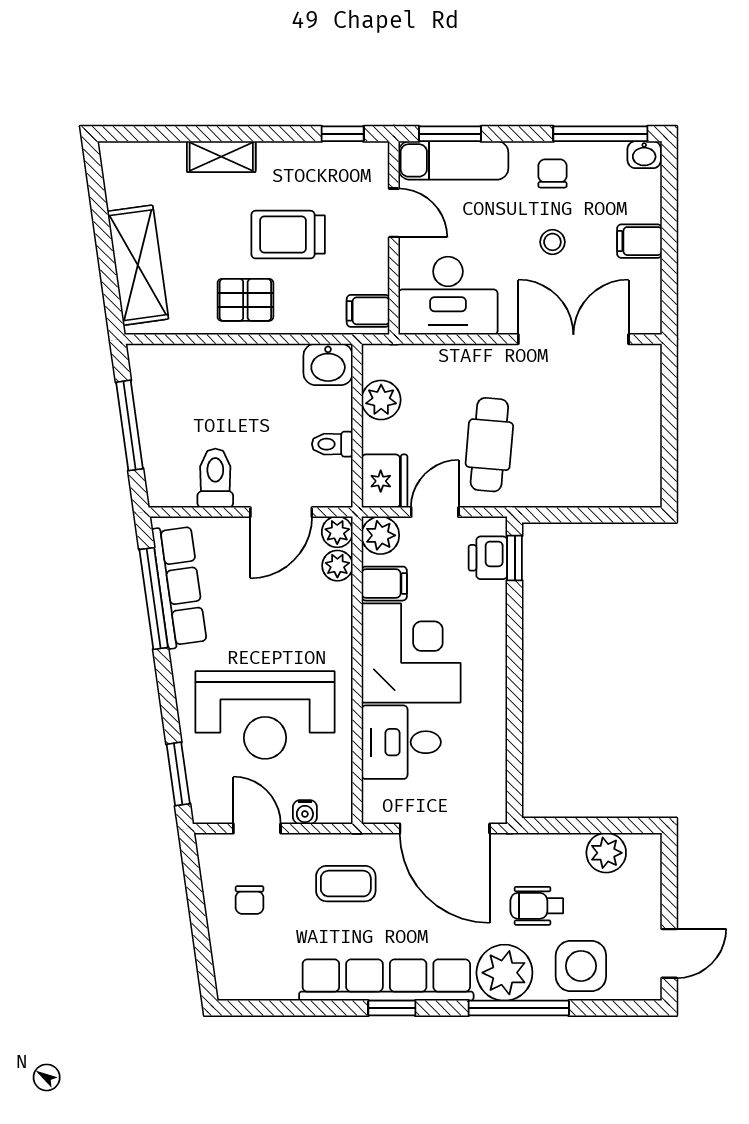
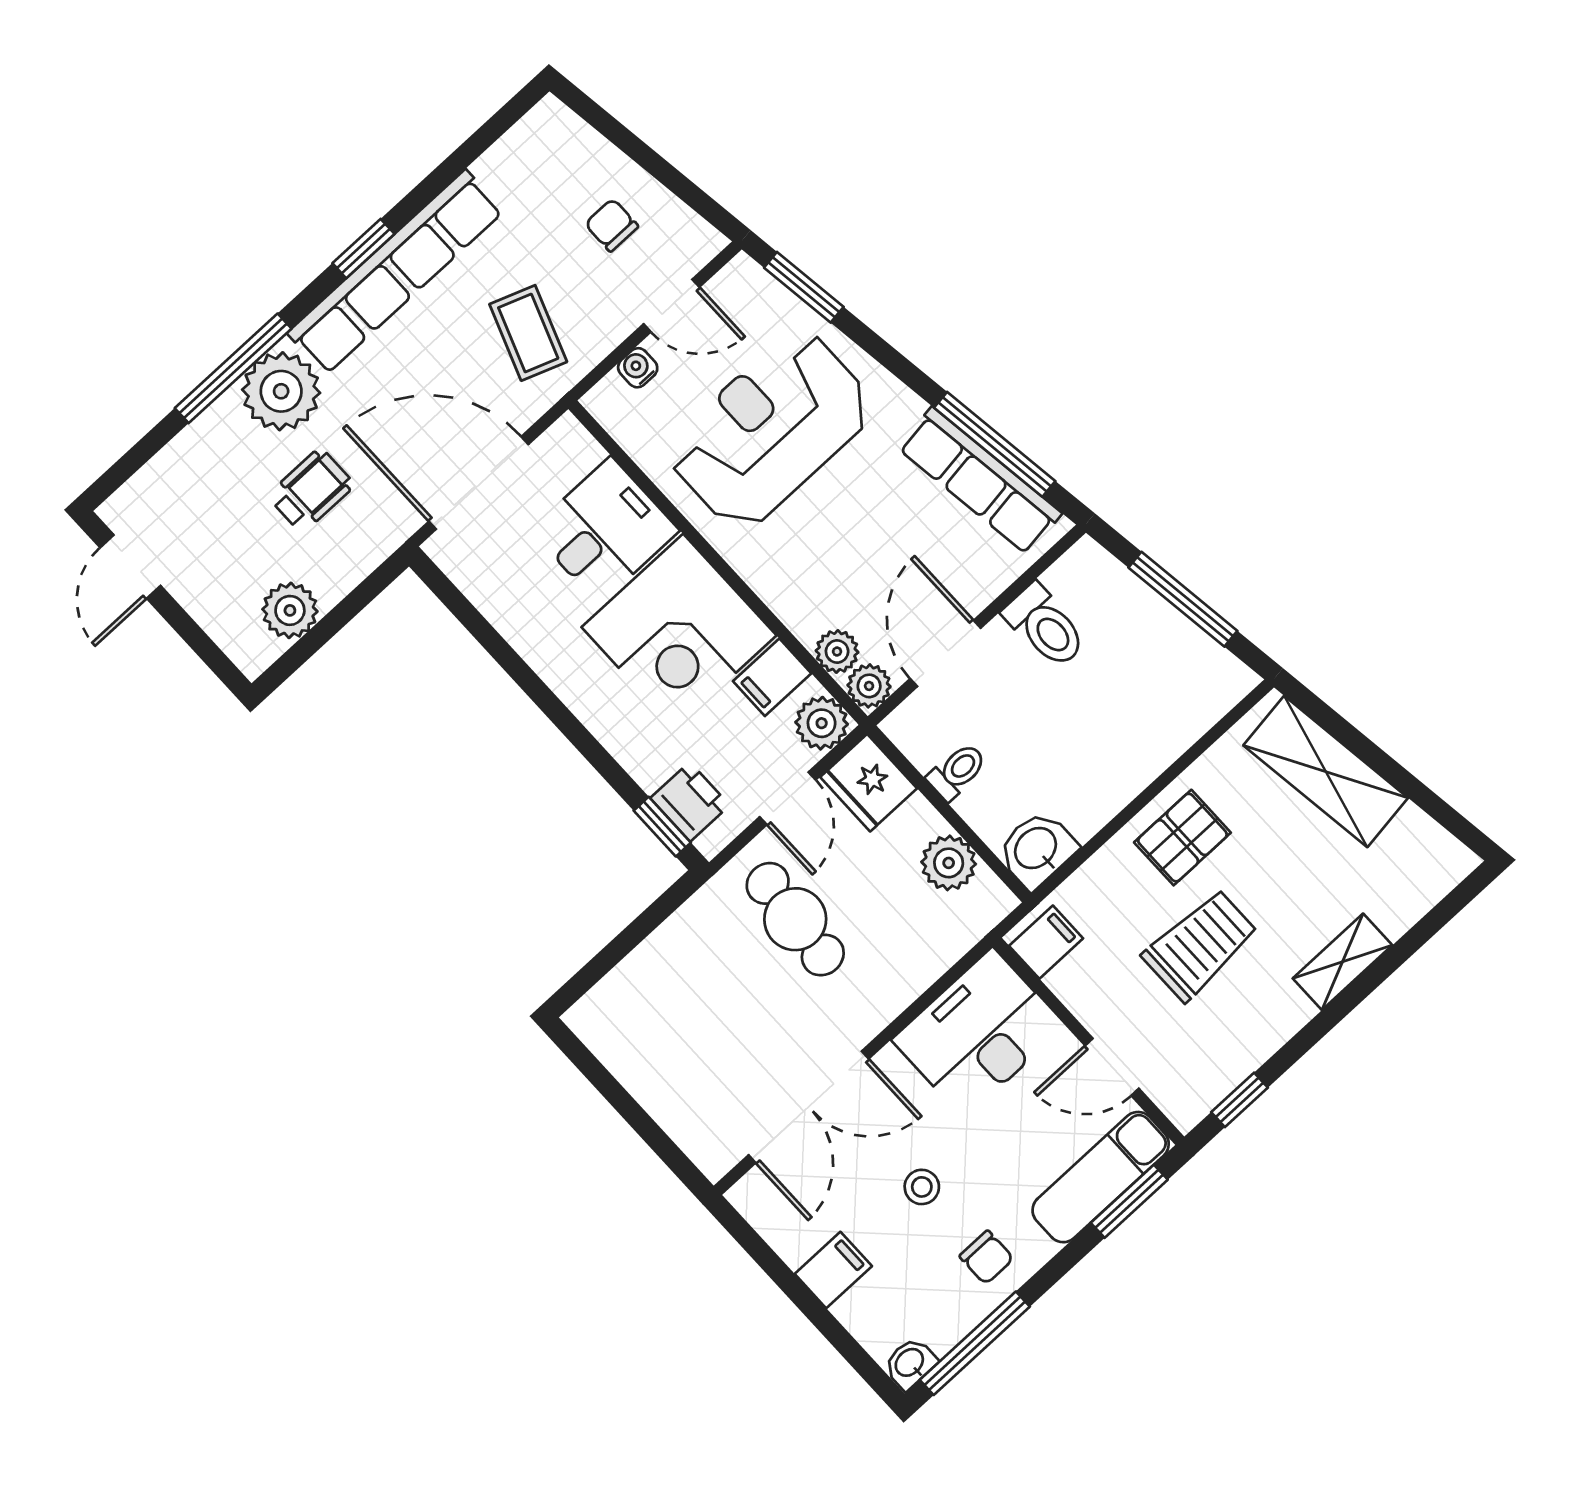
coffee table: (346, 884) -> (528, 333), turned -70
side table: (581, 966) -> (209, 470), removed

